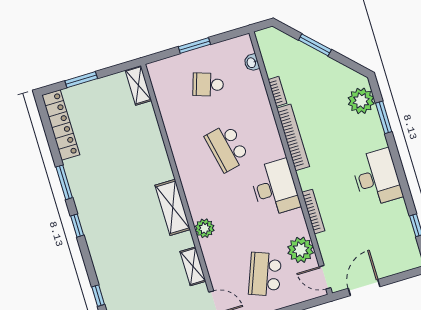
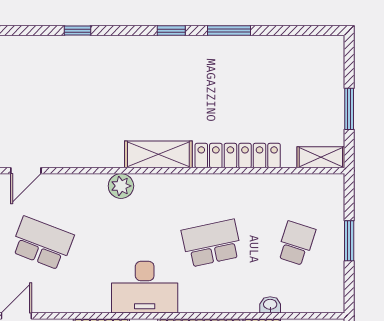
washbasin: (252, 63) -> (270, 305), moved
window: (81, 80) -> (349, 109), moved
locker: (61, 125) -> (238, 156), moved, turned 180
plant: (301, 250) -> (59, 296), removed
shelving: (193, 266) -> (78, 158), removed

